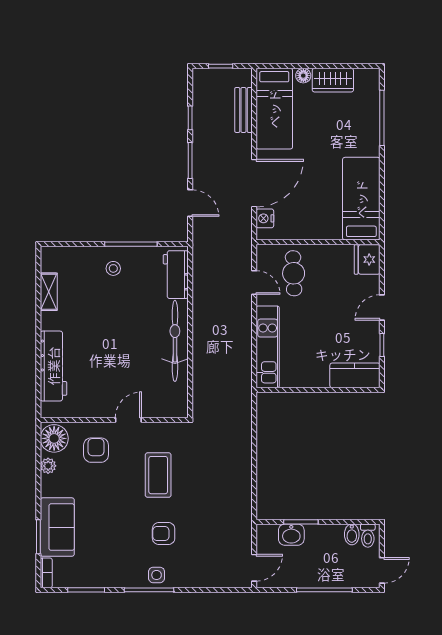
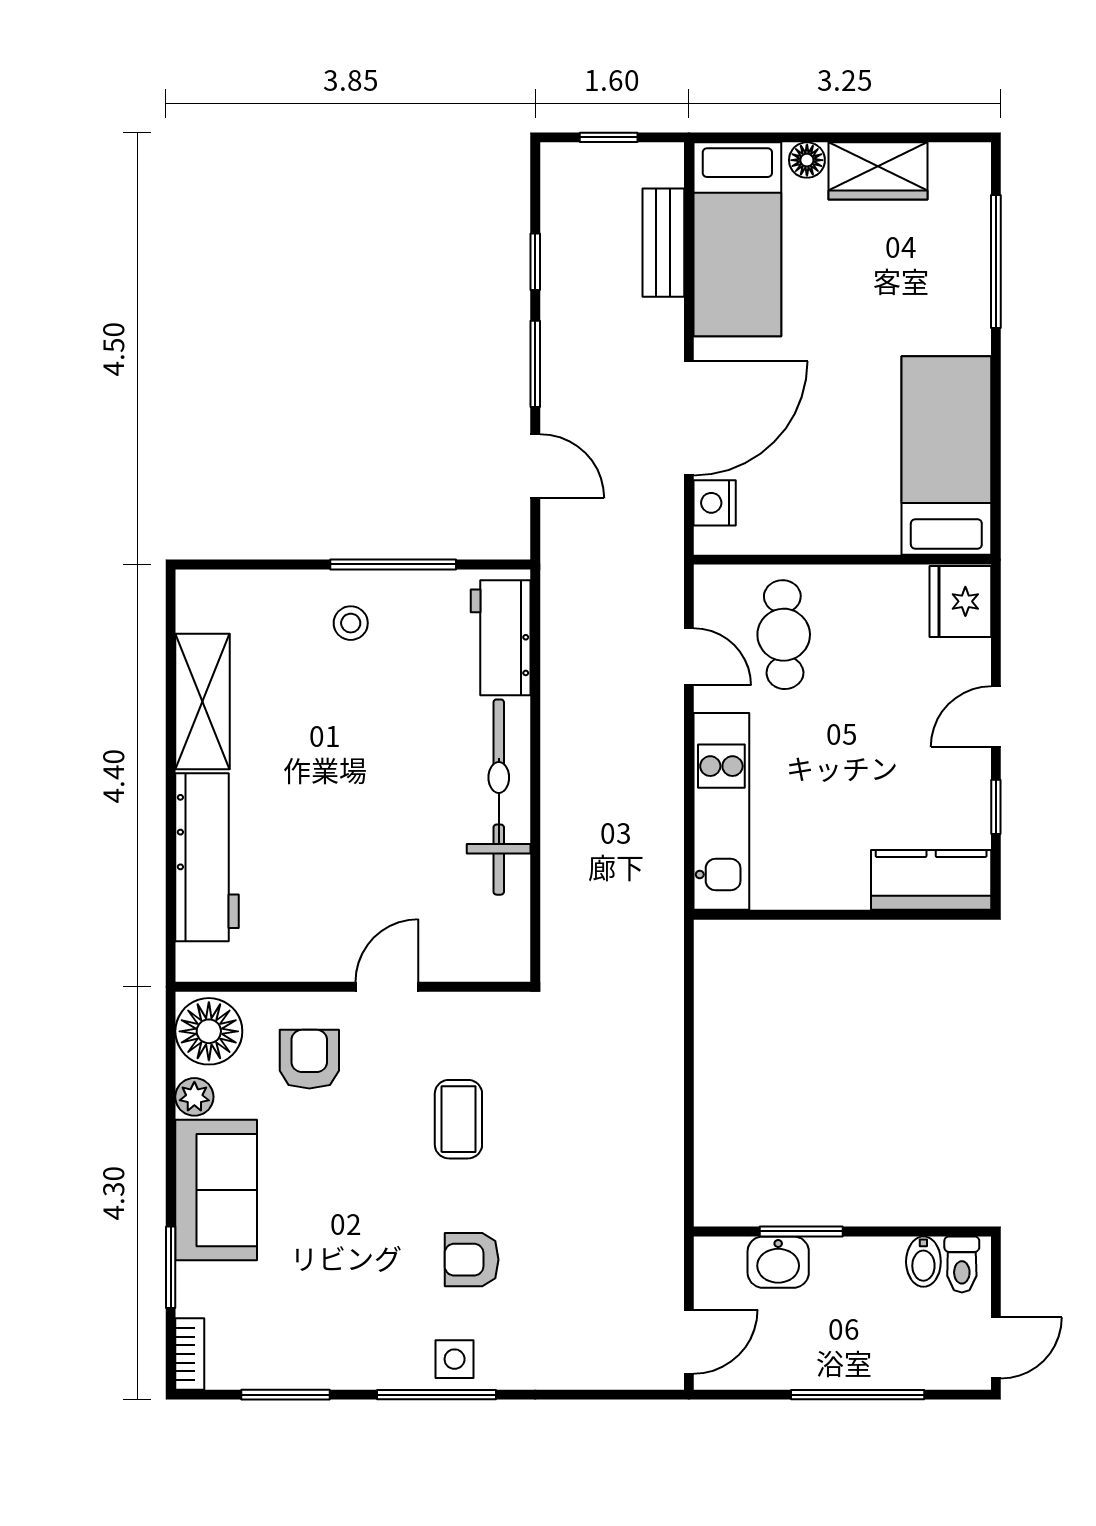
shelving: (49, 292) -> (203, 702), width x1.50, depth x1.33
coffee table: (158, 475) -> (458, 1119), width x0.73, depth x0.77
sofa: (57, 527) -> (216, 1190), moved

